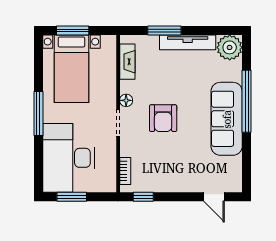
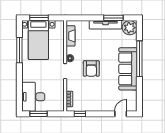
window: (164, 30) -> (113, 18), moved
window: (38, 113) -> (19, 50), moved
desk: (69, 158) -> (33, 97), width x0.73, depth x0.77
door: (214, 197) -> (121, 114), swing flipped

